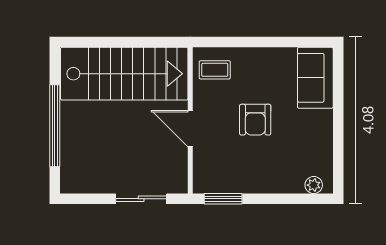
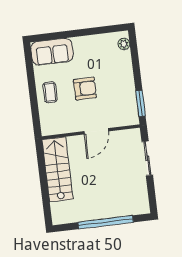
coffee table: (215, 70) -> (50, 92), moved
stairs: (124, 74) -> (58, 169), width x0.73, depth x0.66

